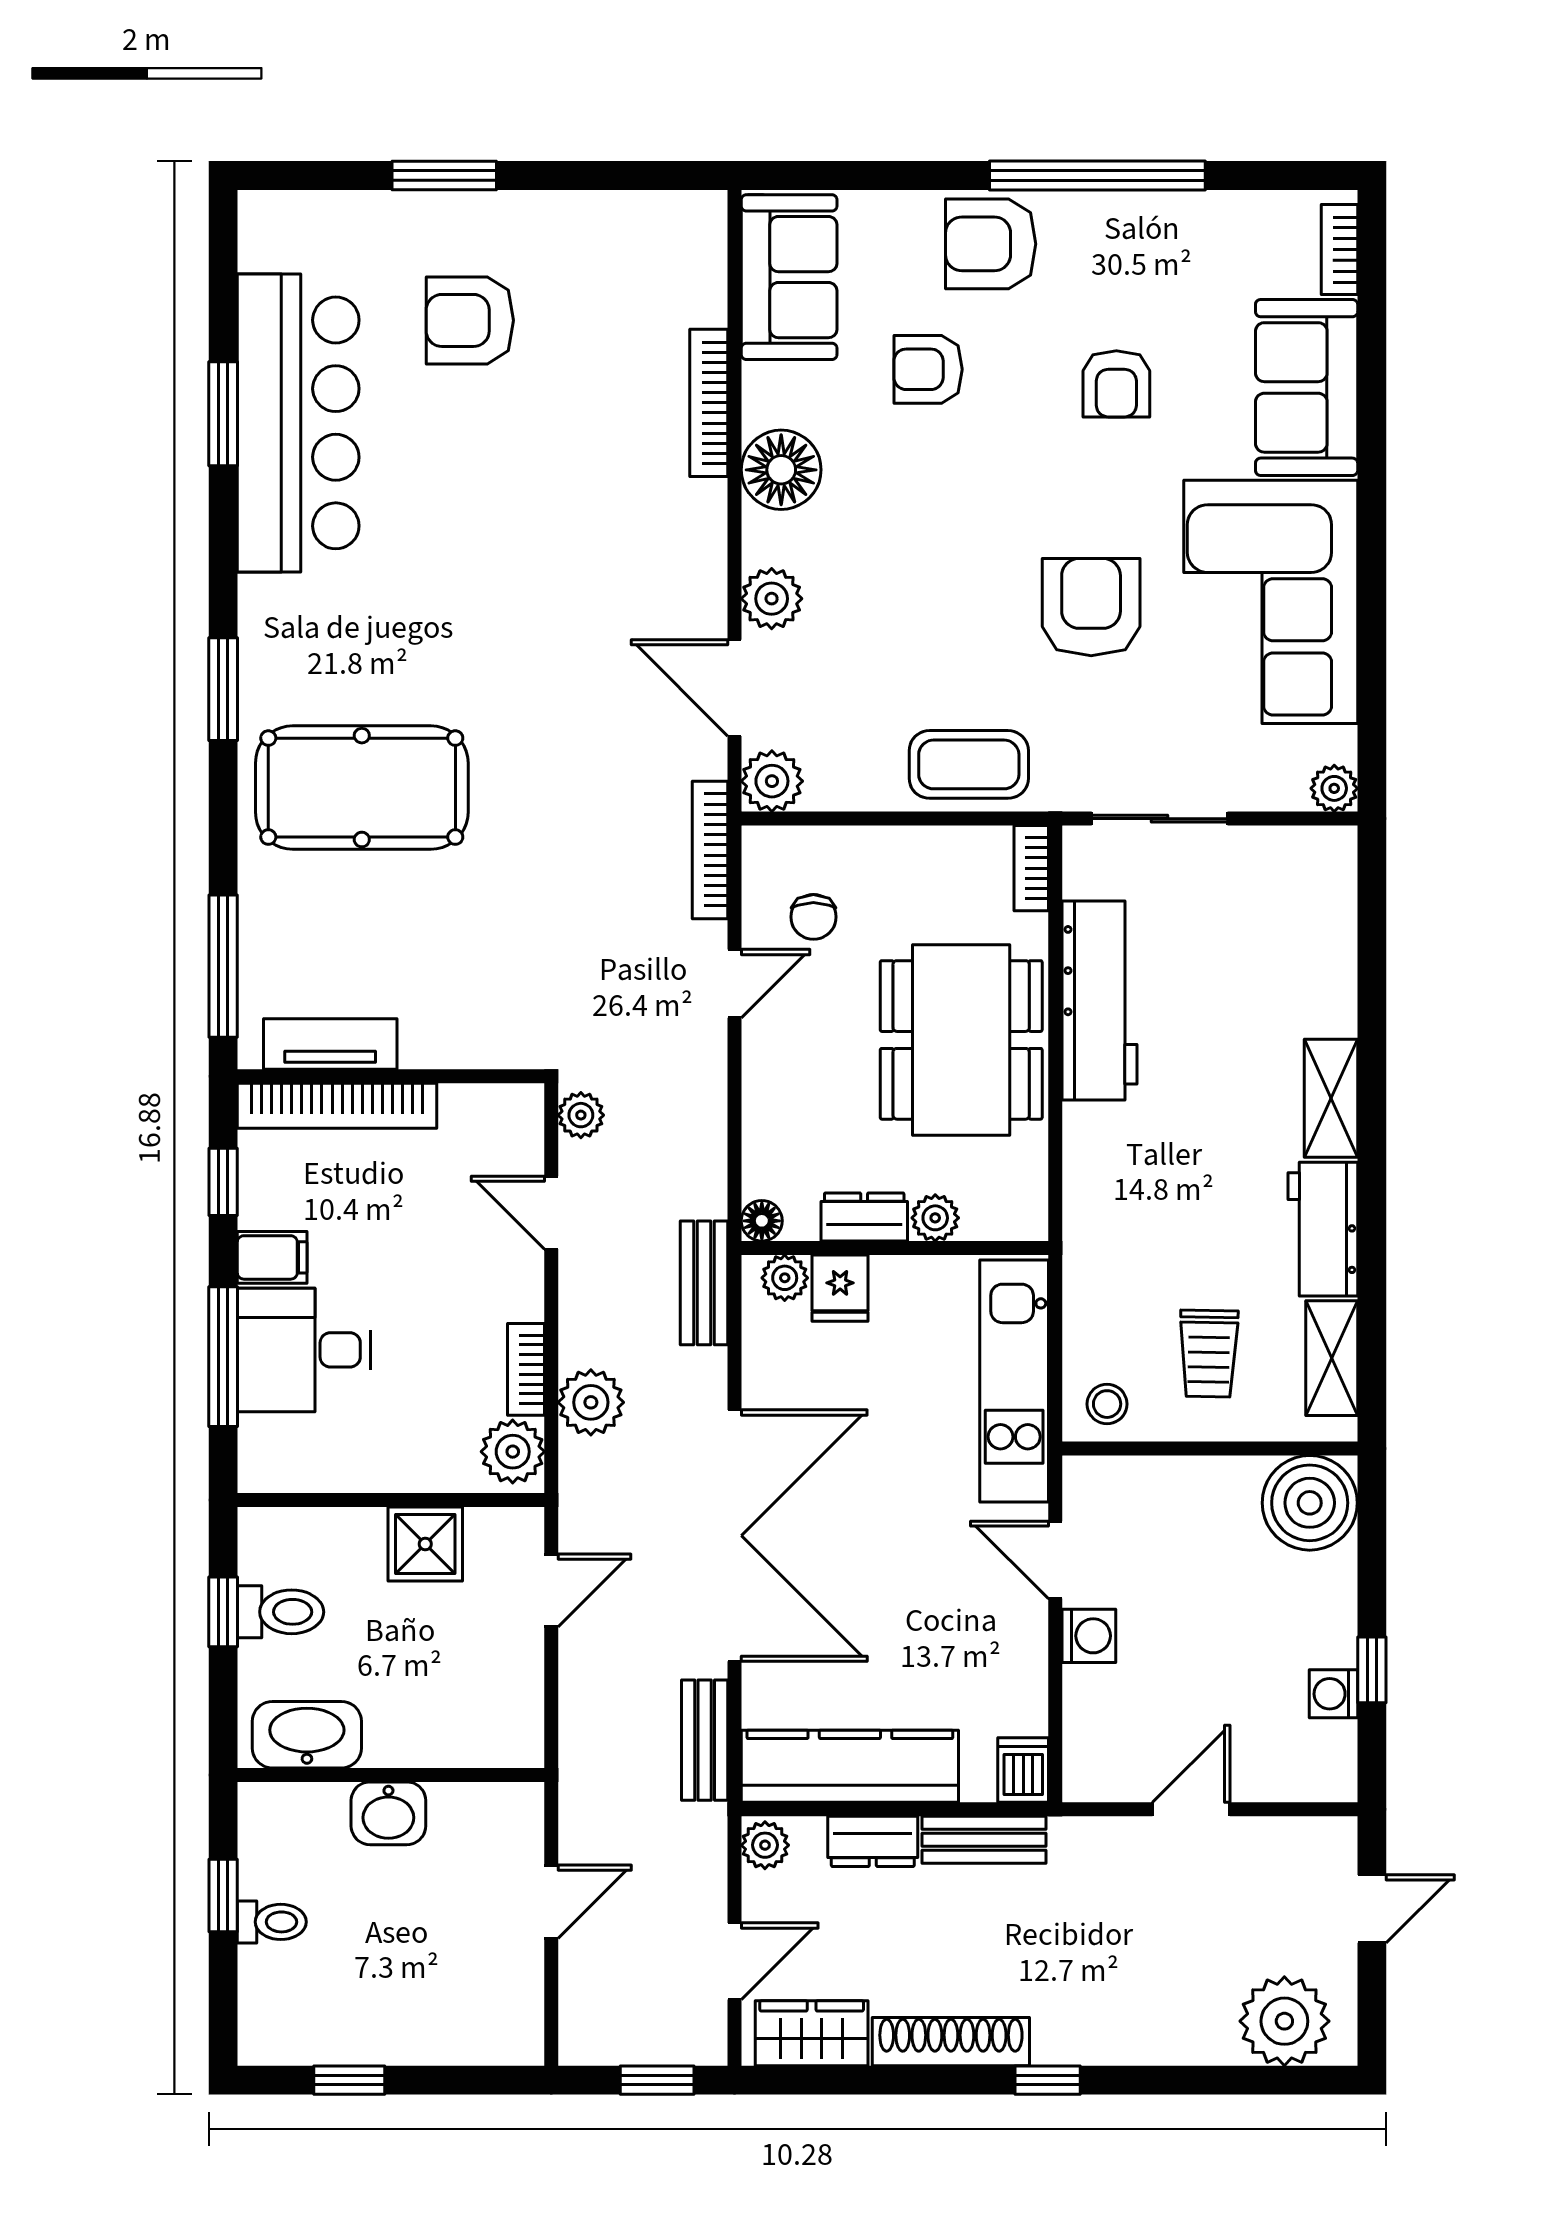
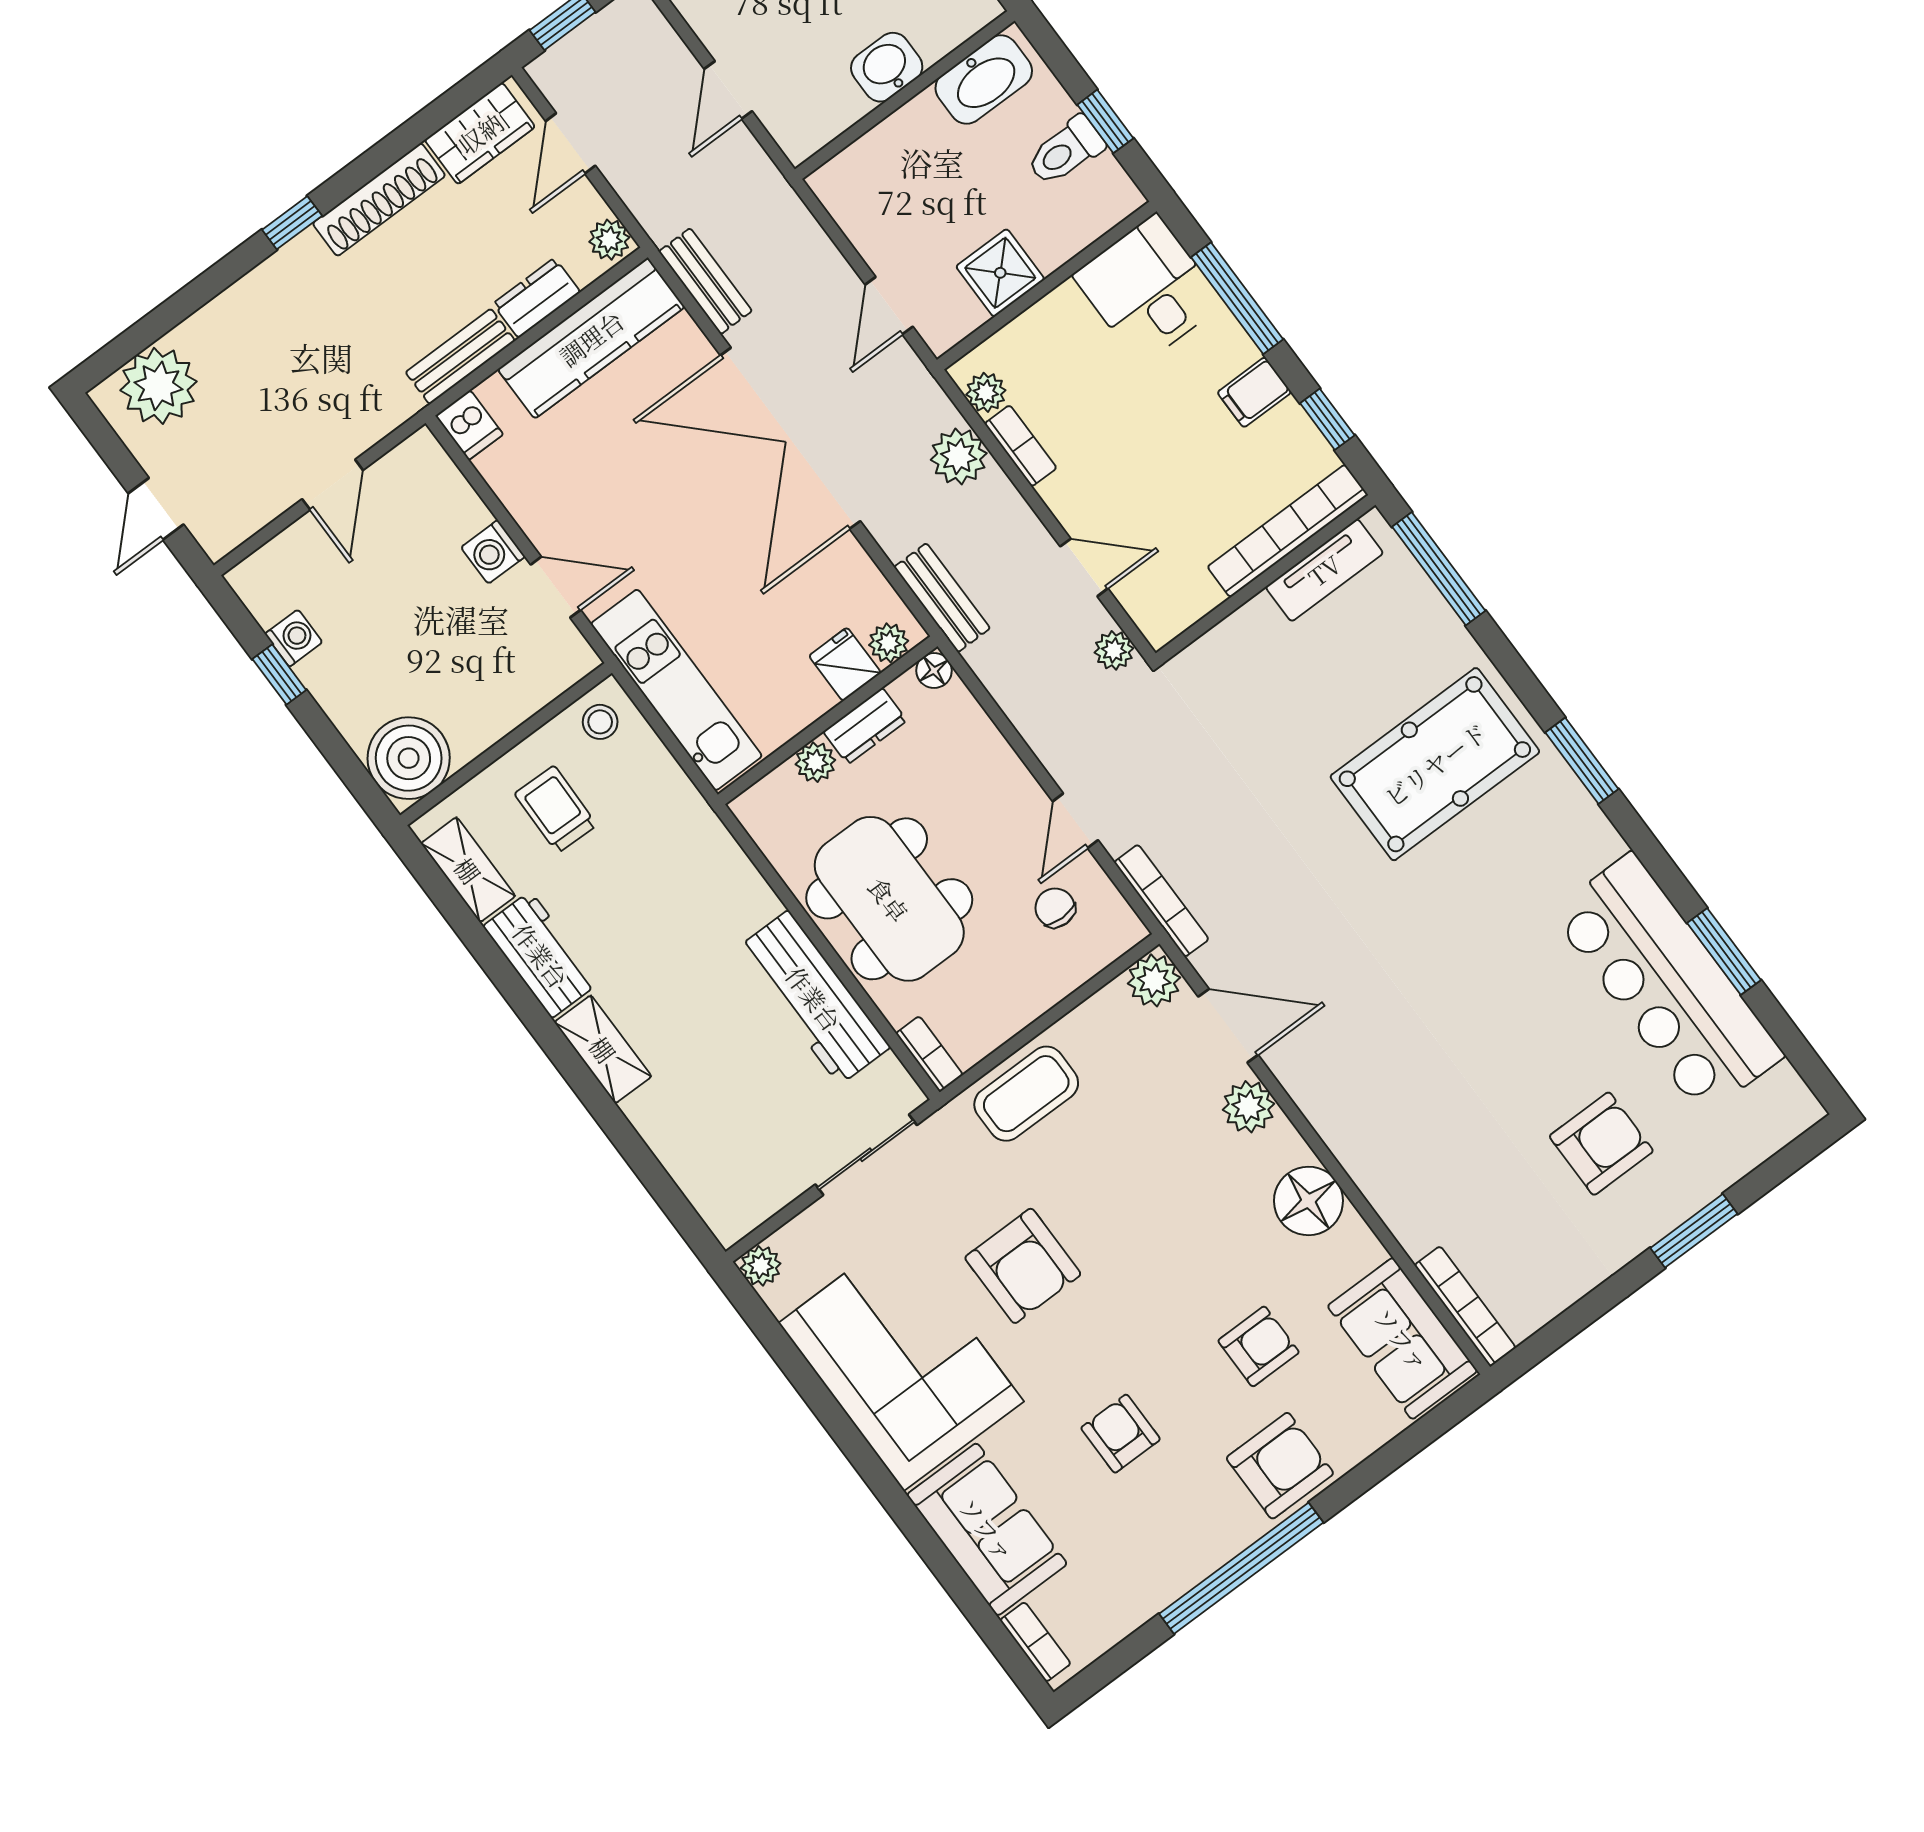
bookcase: (709, 403) -> (1465, 1306), moved
desk: (304, 1350) -> (1148, 289), moved, turned -90
plant: (513, 1452) -> (986, 392), width x0.73, depth x0.73

